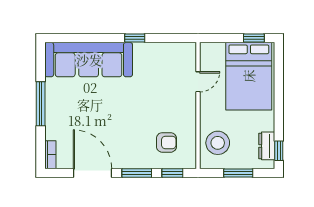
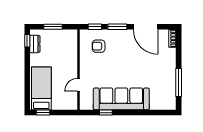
window: (135, 38) -> (106, 113), moved
sofa: (89, 60) -> (121, 99), moved
bed: (249, 76) -> (41, 88), width x0.67
window: (41, 104) -> (179, 83), moved
stool: (218, 143) -> (66, 46), removed

